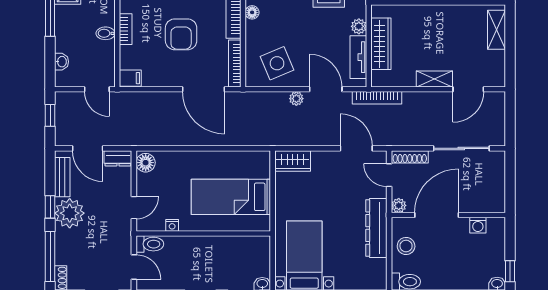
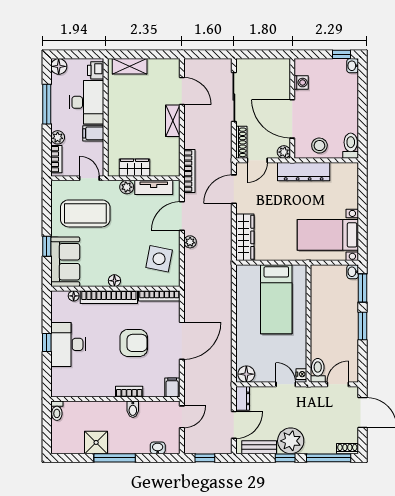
wardrobe: (381, 44) -> (134, 168), width x0.67
side table: (277, 63) -> (159, 259), turned 34
door: (204, 89) -> (182, 341), moved
wardrobe: (293, 161) -> (245, 237), width x1.50
nightstand: (172, 225) -> (301, 374), moved

